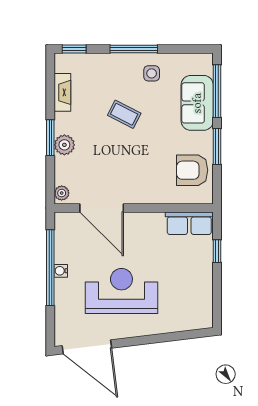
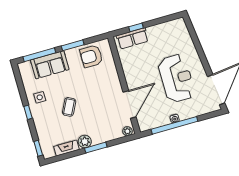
window: (134, 49) -> (28, 112), width x0.46
plant: (64, 145) -> (85, 142), moved
armchair: (192, 170) -> (91, 56), turned 90
row of seats: (189, 223) -> (132, 38), moved, turned 90
reception desk: (121, 291) -> (176, 78), turned 180

